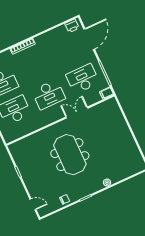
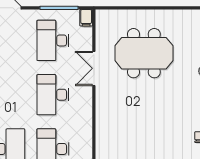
desk: (49, 95) -> (53, 95), turned 180
meeting table: (70, 155) -> (144, 53), moved

